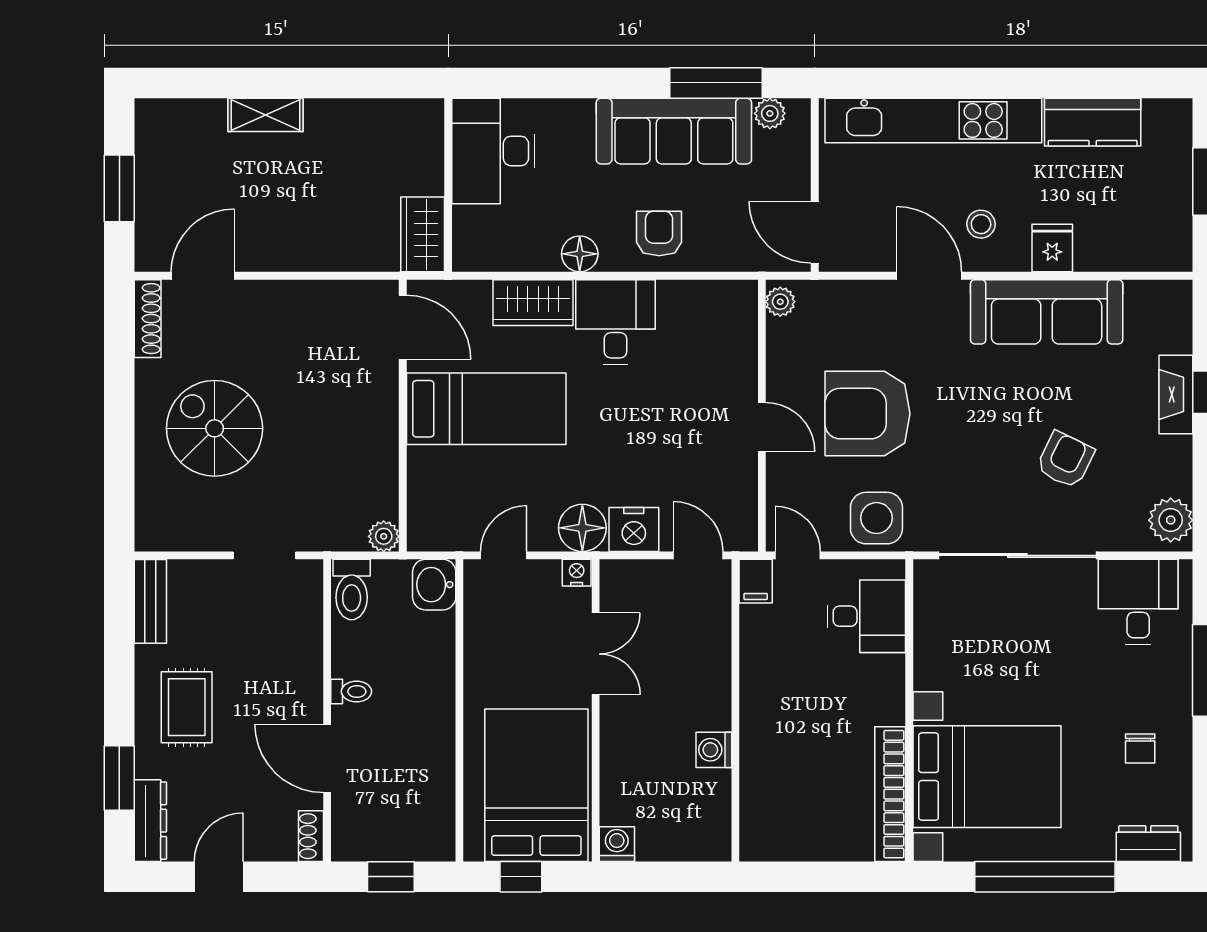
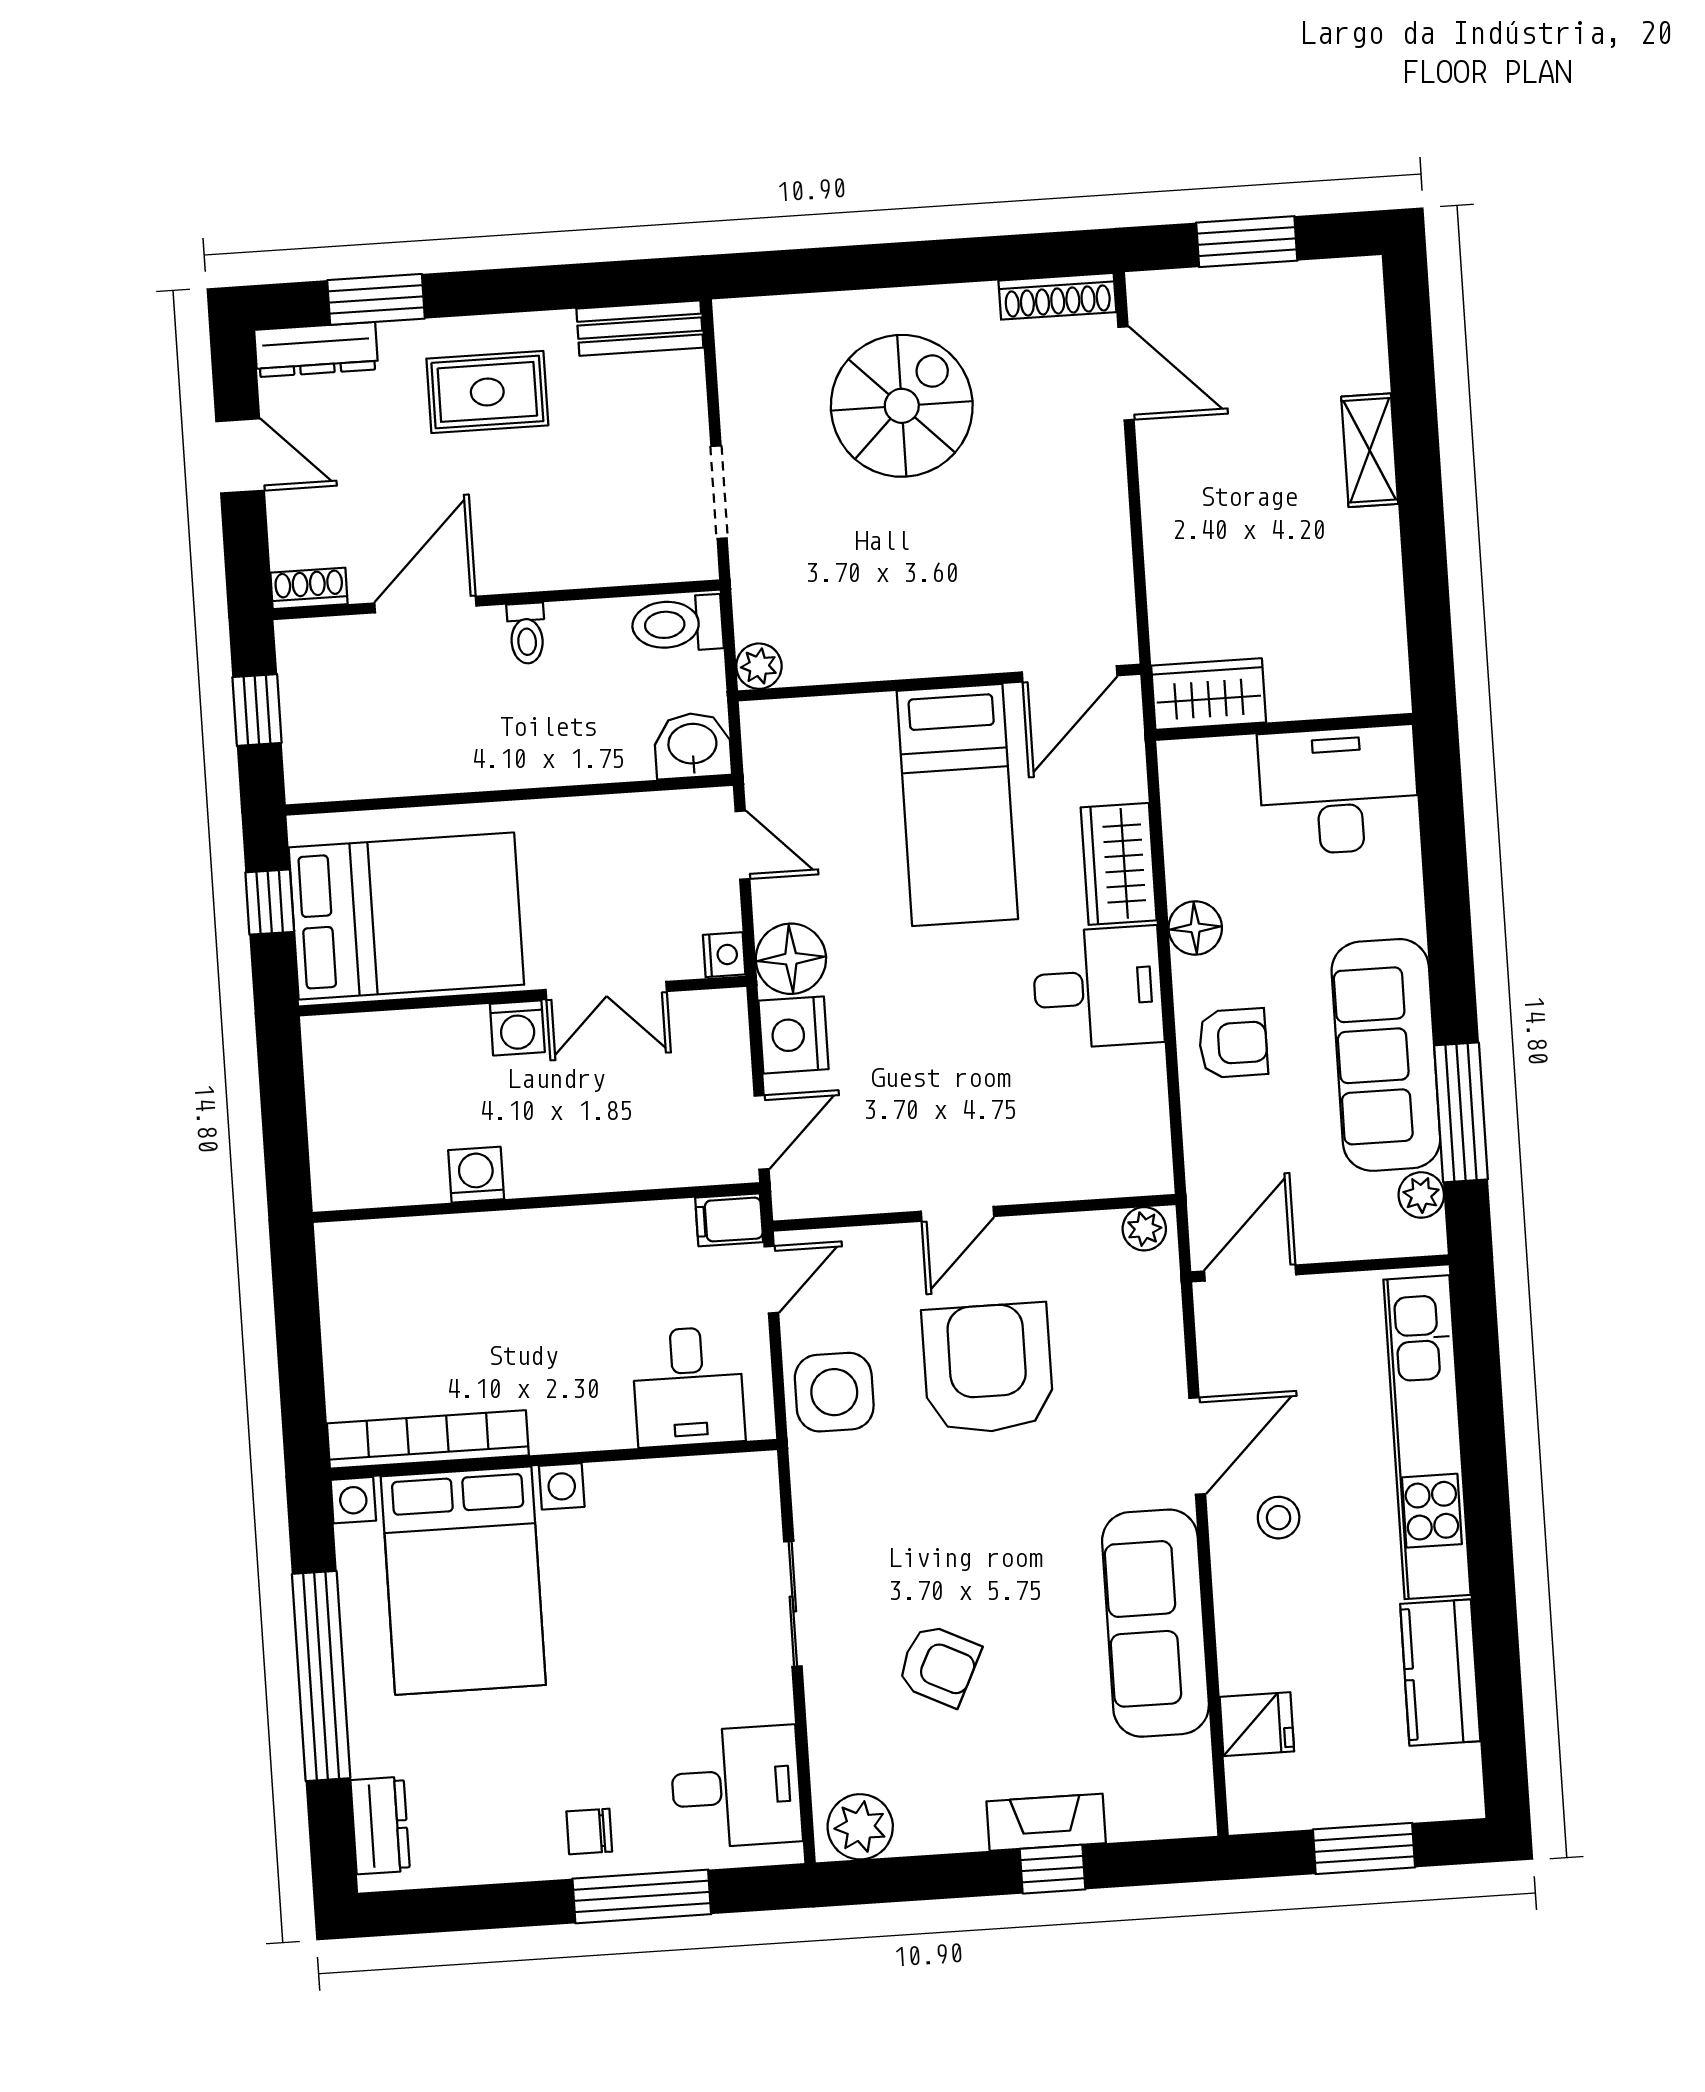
fridge: (1052, 248) -> (1257, 1724), moved
sliding door: (1017, 555) -> (793, 1604), width x0.54
chair: (1140, 748) -> (589, 1831), moved
washing machine: (617, 844) -> (517, 1028), moved, turned 90

